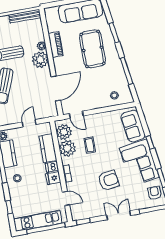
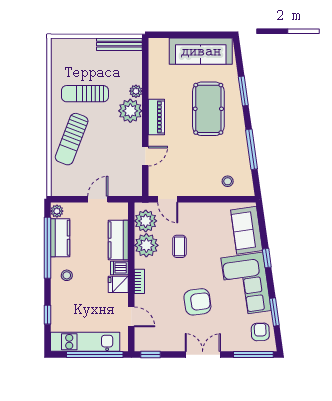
piano: (56, 45) -> (156, 117), moved
door: (56, 88) -> (145, 156), width x0.53

